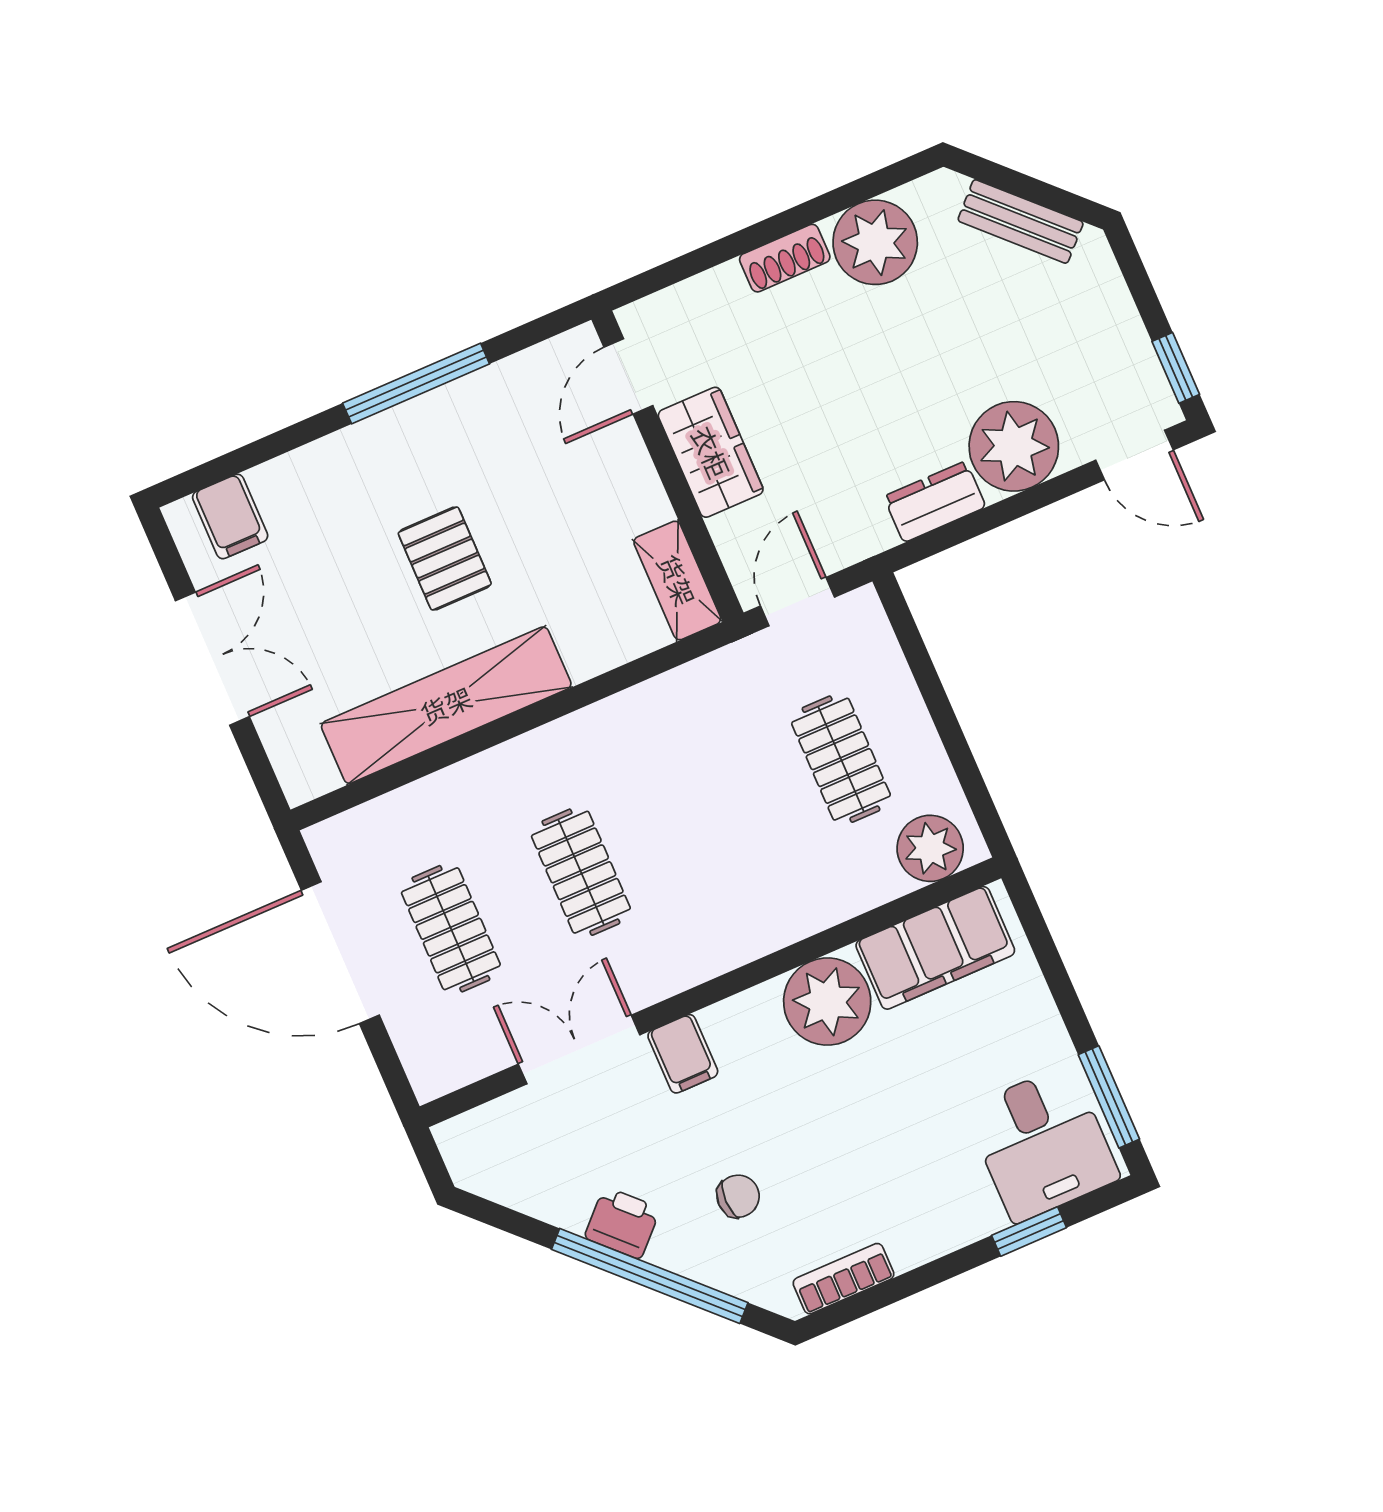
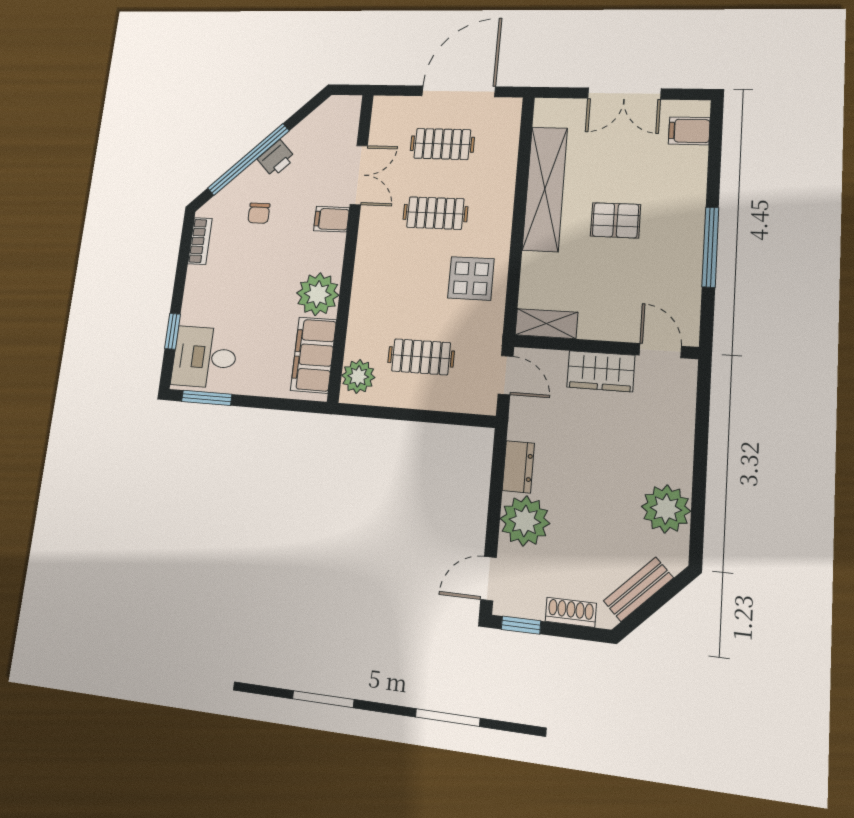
shoe rack: (785, 258) -> (571, 612), moved, turned 90
display table: (664, 748) -> (471, 278), added

